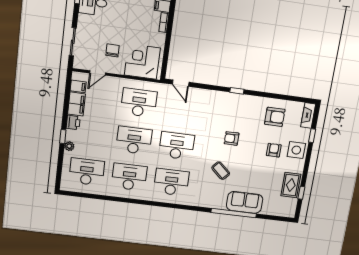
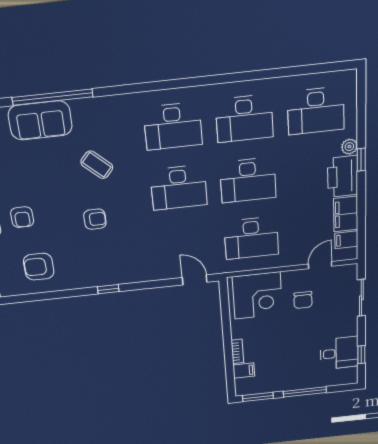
printer: (73, 122) -> (343, 176), width x1.87, depth x1.48

